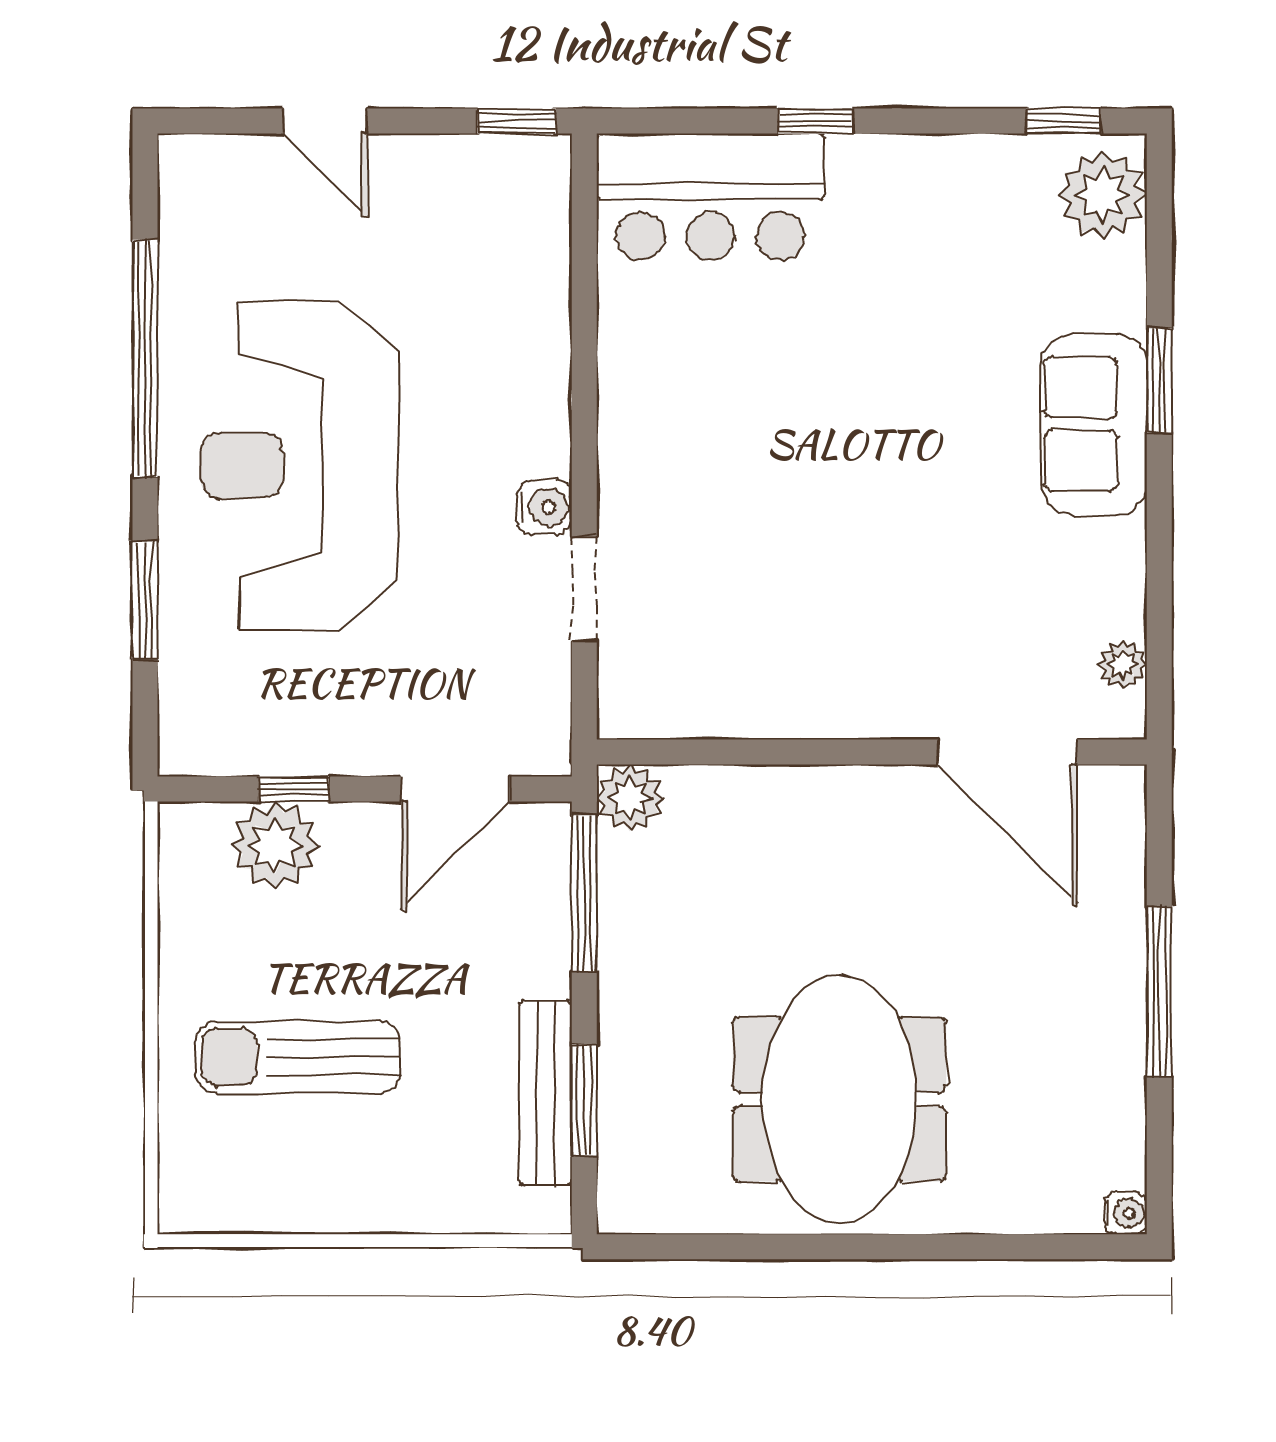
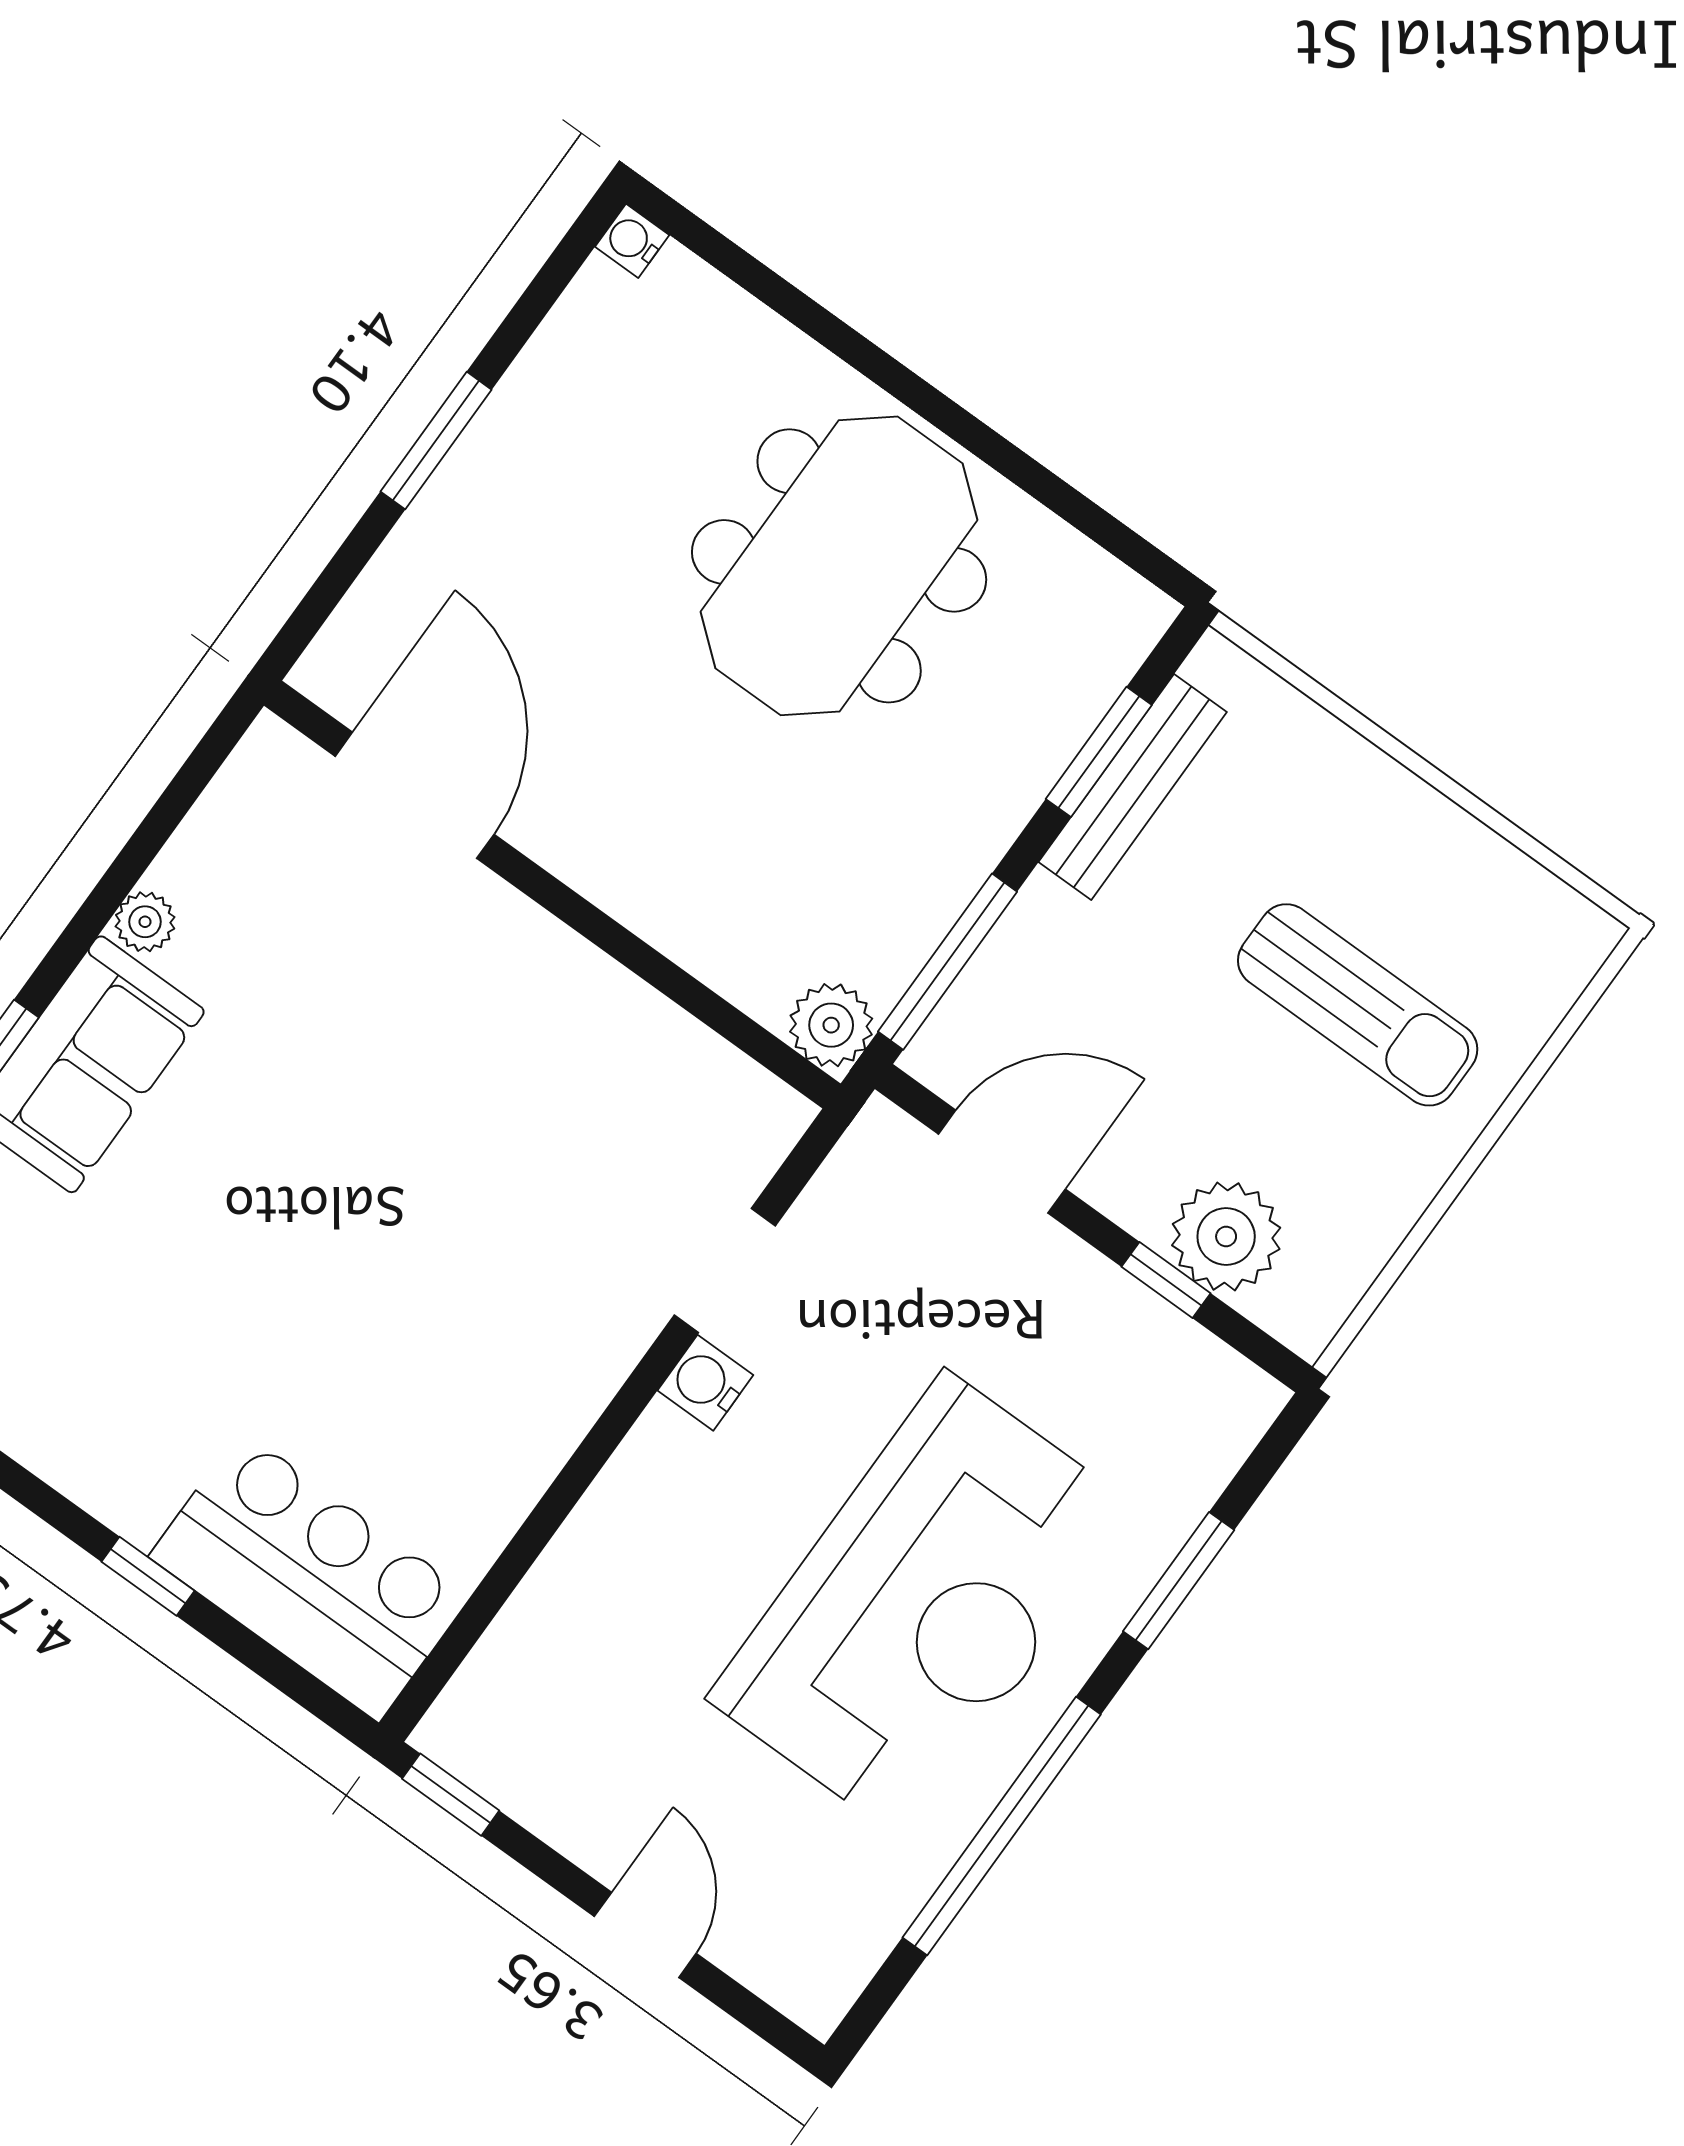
plant: (1123, 665) -> (145, 922), moved
window: (1159, 992) -> (436, 441), width x0.69

